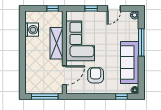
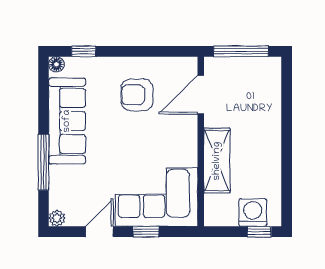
window: (53, 8) -> (259, 232), moved
washing machine: (32, 30) -> (253, 213), moved, turned 90
corner sofa: (80, 41) -> (157, 197), moved, turned 90
armchair: (96, 75) -> (137, 95), turned 90

